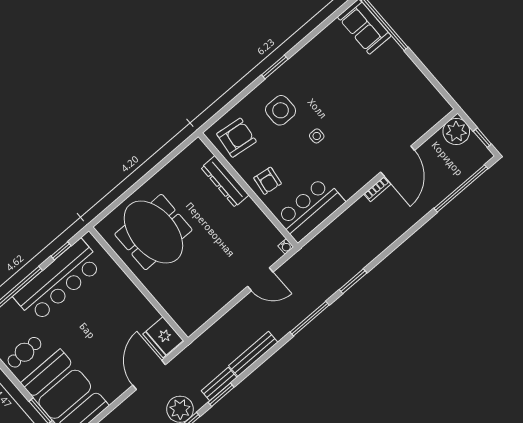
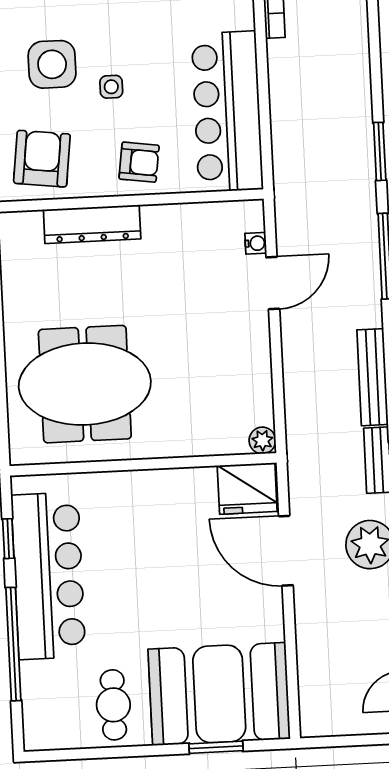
side table: (317, 136) -> (111, 87), moved
bar counter: (310, 209) -> (227, 112), width x1.36
water cooler: (286, 246) -> (256, 243), moved
plant: (189, 328) -> (262, 440), added

